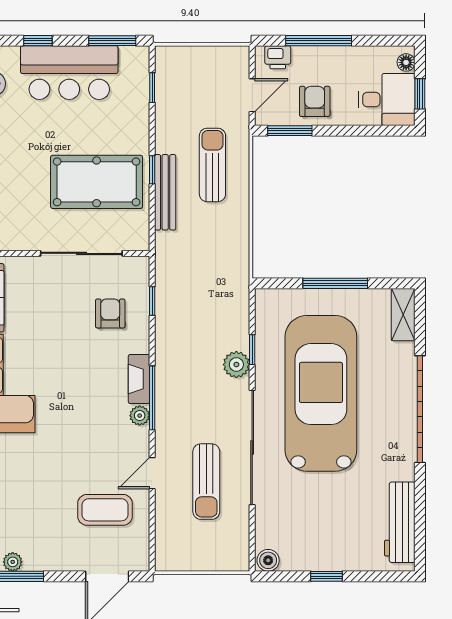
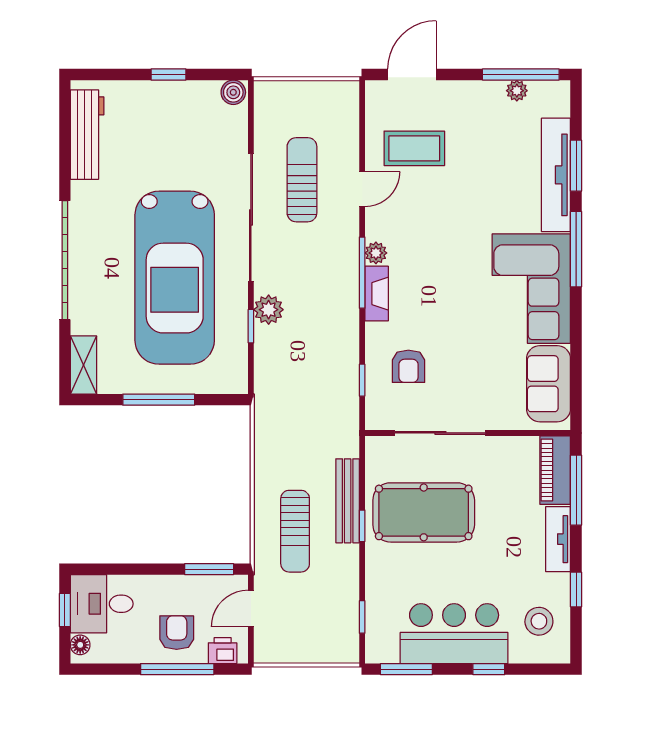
armchair: (315, 101) -> (177, 633), moved, turned 180

